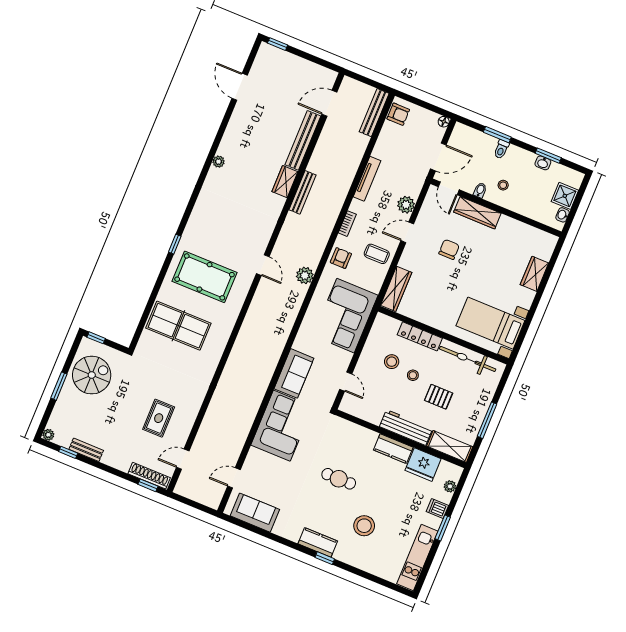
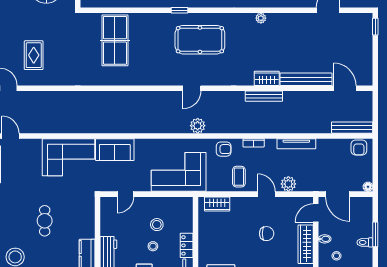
pool table: (205, 277) -> (200, 40), moved, turned 90
wardrobe: (396, 289) -> (217, 204), width x0.67
locker: (420, 336) -> (187, 245), width x0.66
rug: (159, 418) -> (34, 55), turned 90

